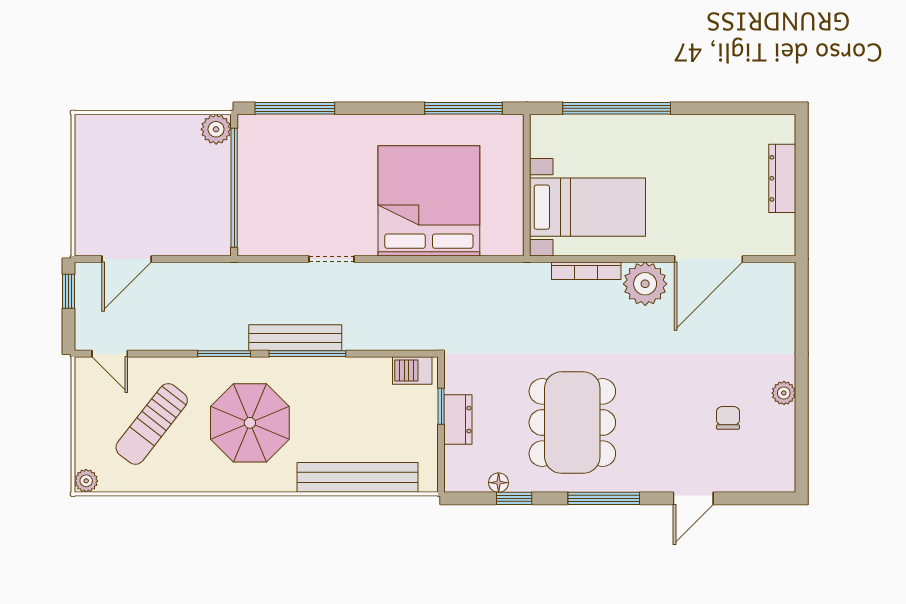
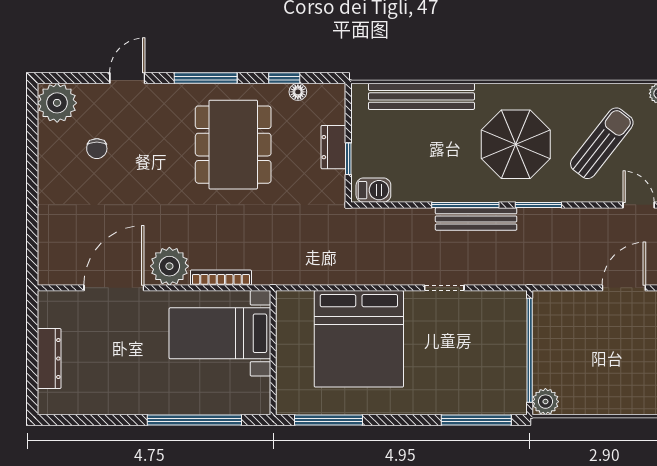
plant: (784, 393) -> (57, 103), moved, width x1.88, depth x1.88

